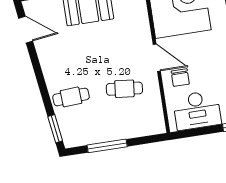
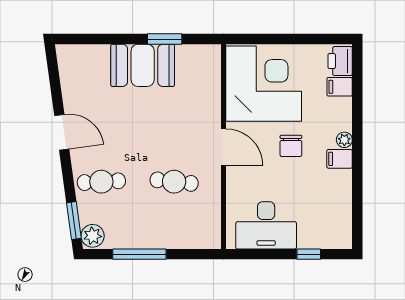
door: (26, 30) -> (62, 132), moved
chair: (180, 78) -> (291, 146), moved
plant: (71, 138) -> (93, 236), added

